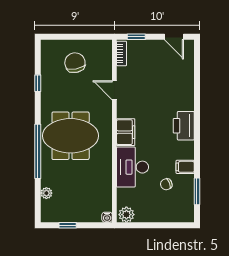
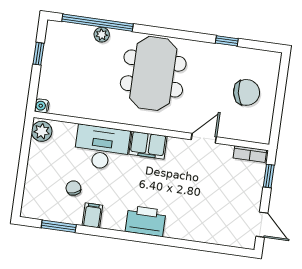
door: (174, 37) -> (262, 225), swing flipped
window: (38, 151) -> (98, 23), moved
plant: (46, 193) -> (102, 35), moved

